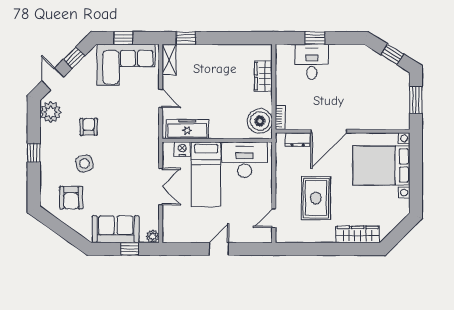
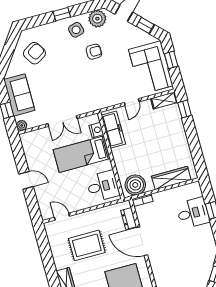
wardrobe: (263, 76) -> (171, 178), width x1.50
desk: (245, 160) -> (103, 186), width x0.73
side table: (84, 163) -> (76, 30), moved
armchair: (71, 198) -> (34, 53), turned 148

